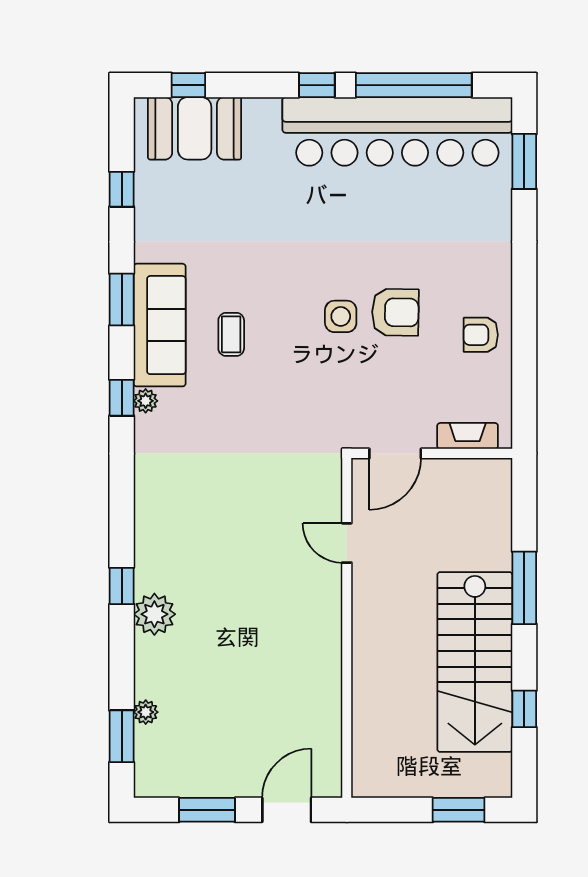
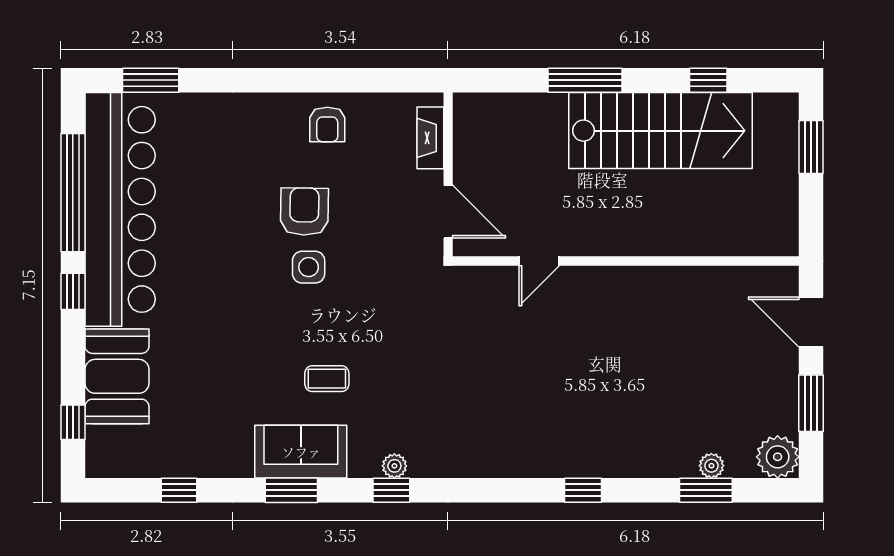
booth: (195, 128) -> (117, 376), moved
sofa: (160, 325) -> (301, 452), width x0.73
plant: (154, 614) -> (778, 457), moved
window: (122, 736) -> (706, 490), moved

